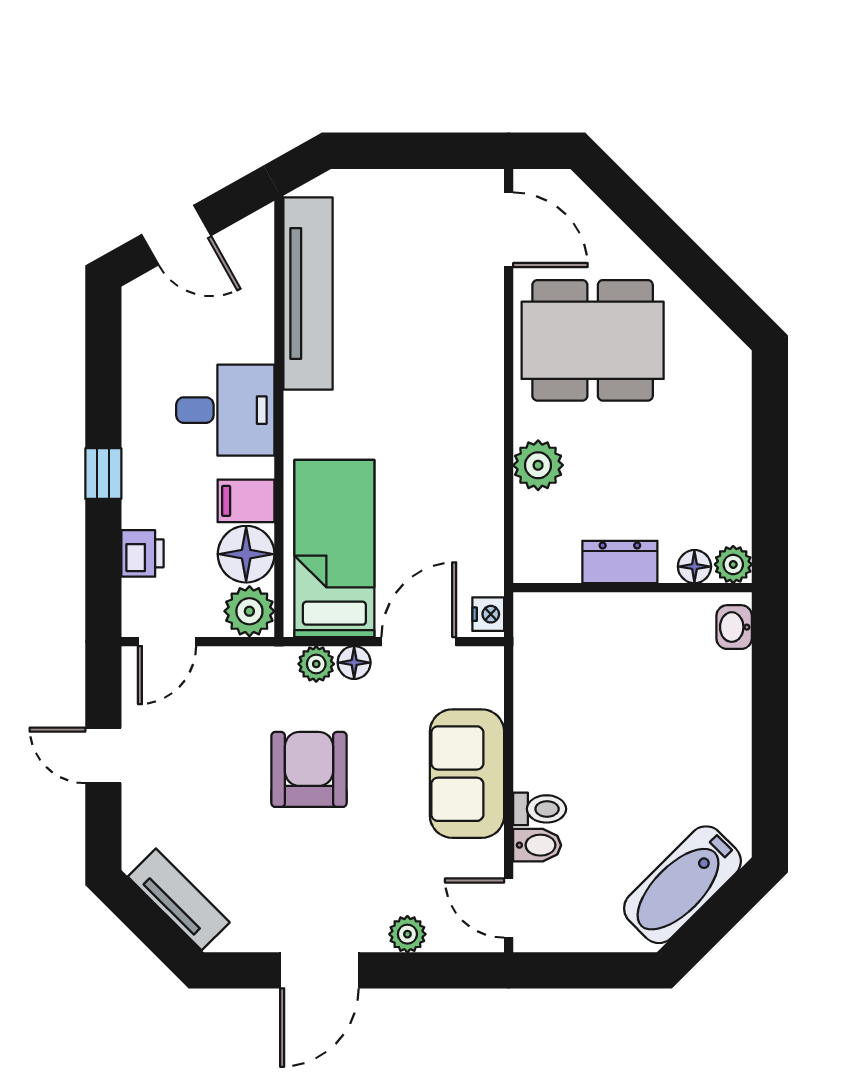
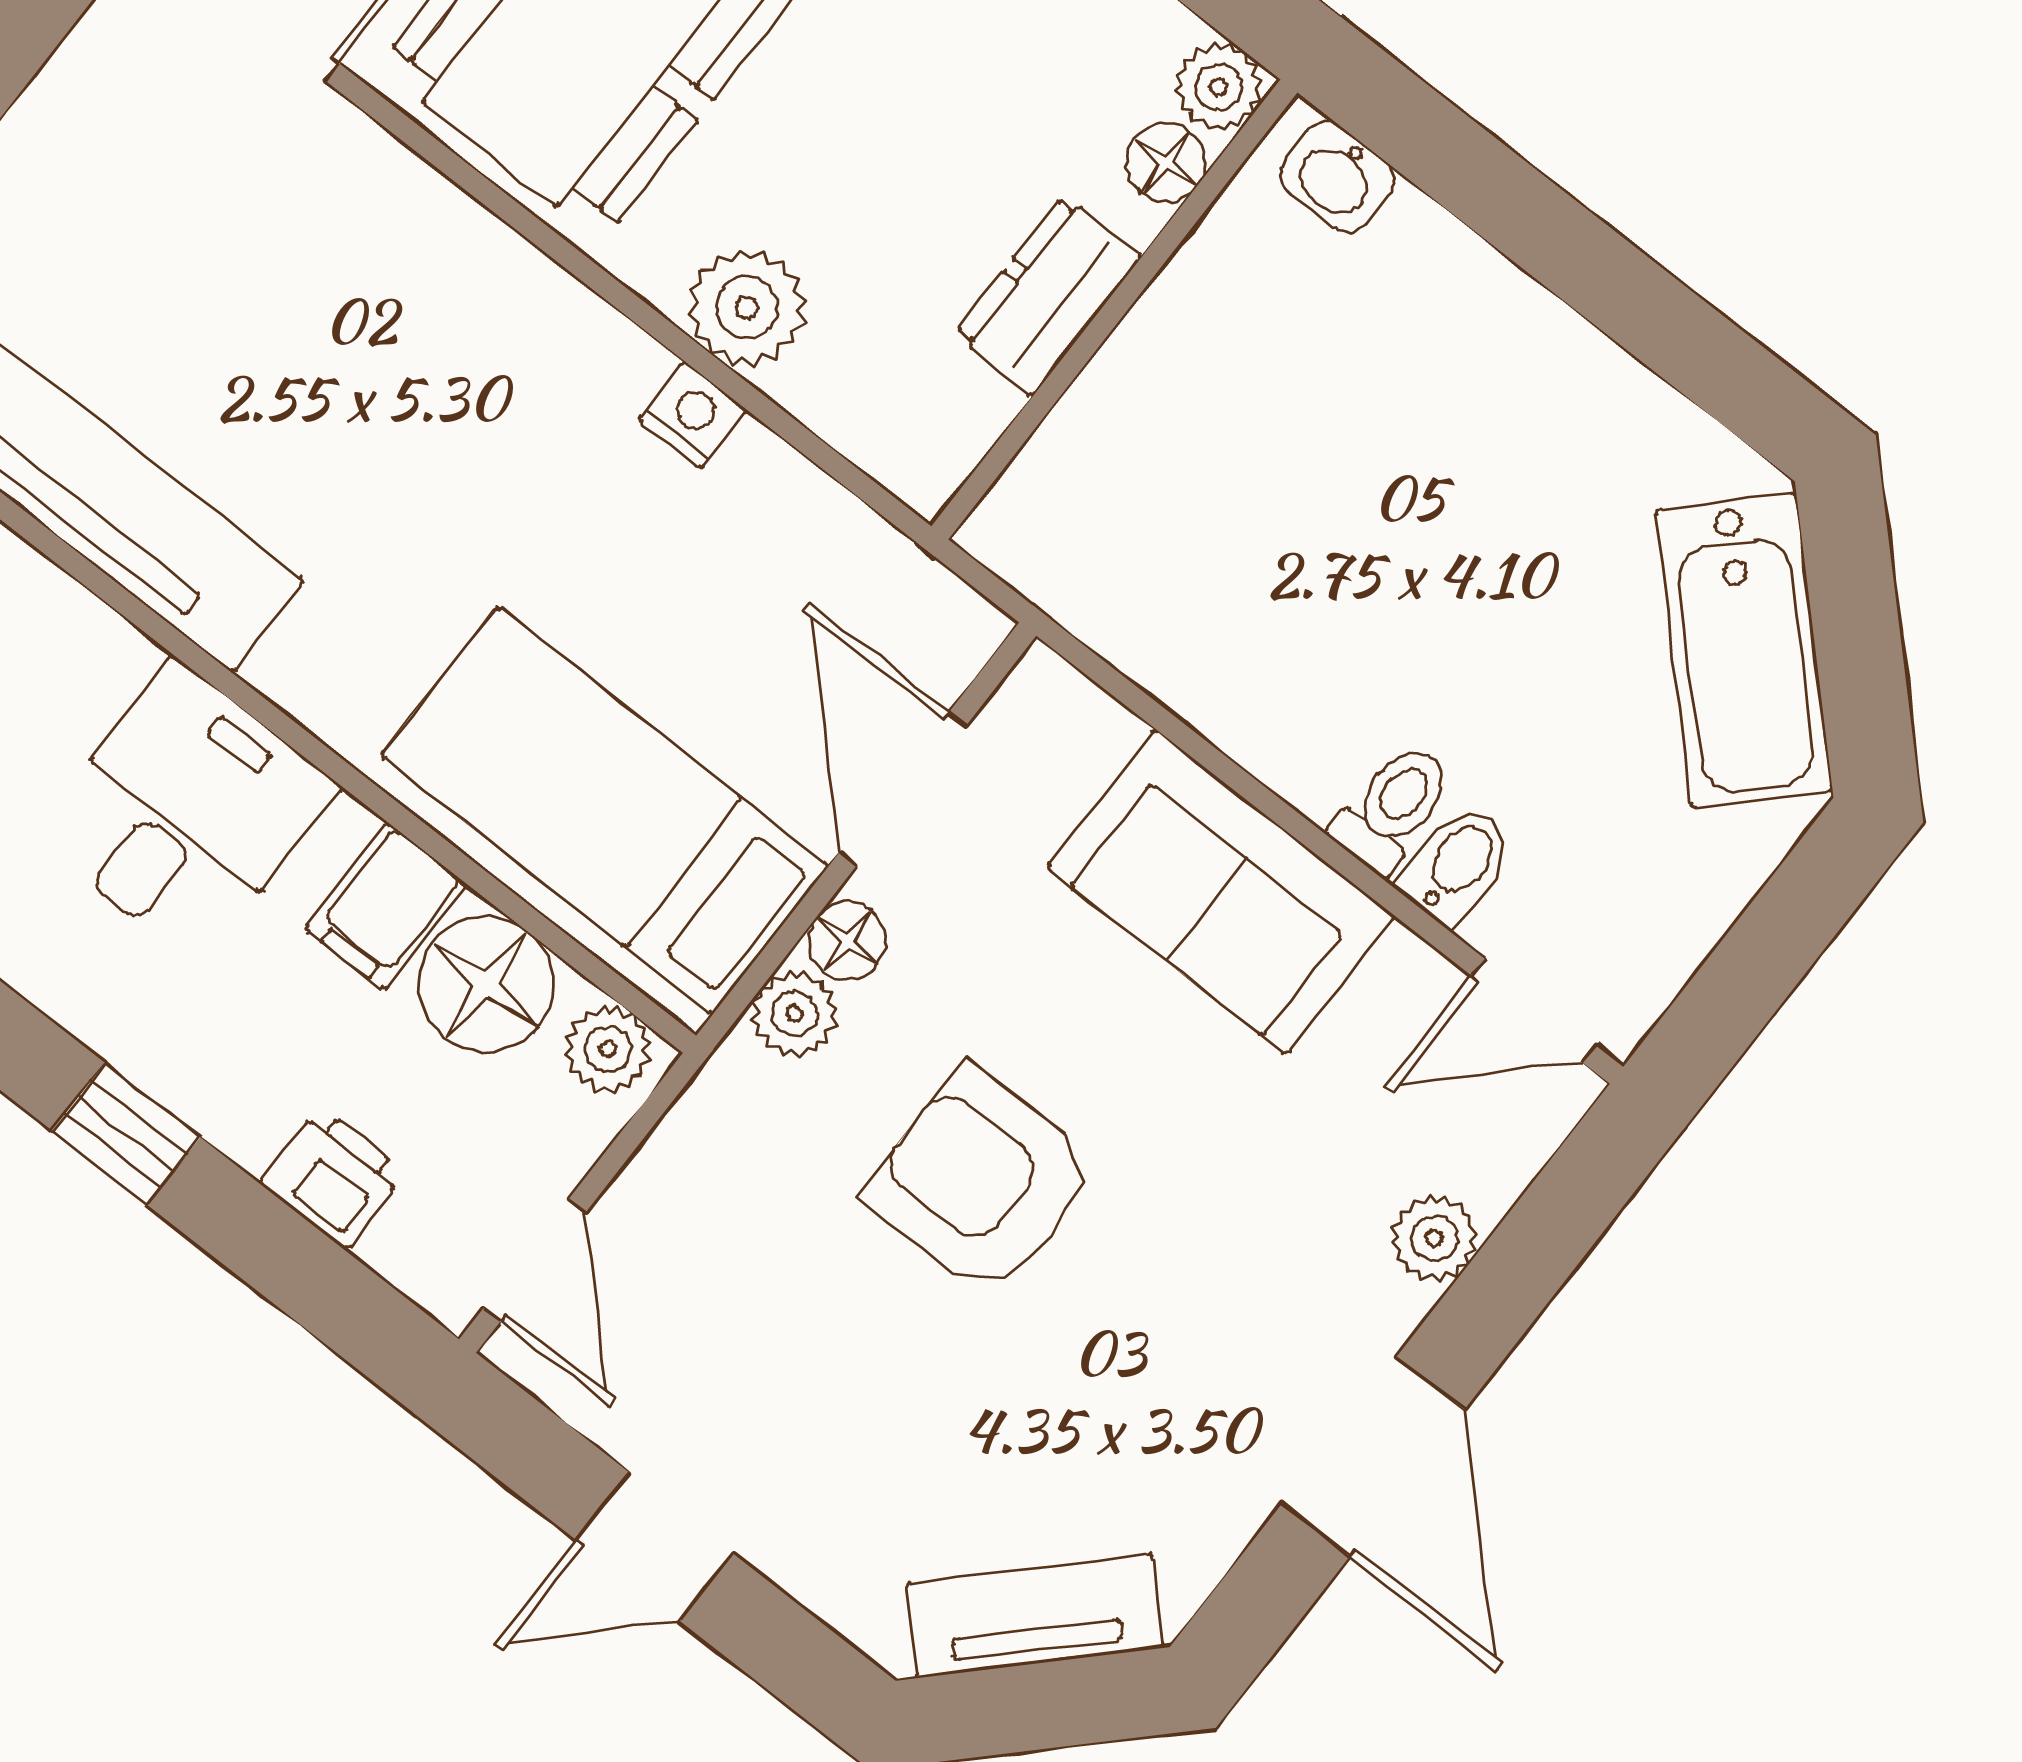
plant: (249, 611) -> (608, 1049), width x0.73, depth x0.73
nightstand: (488, 614) -> (692, 415), moved

